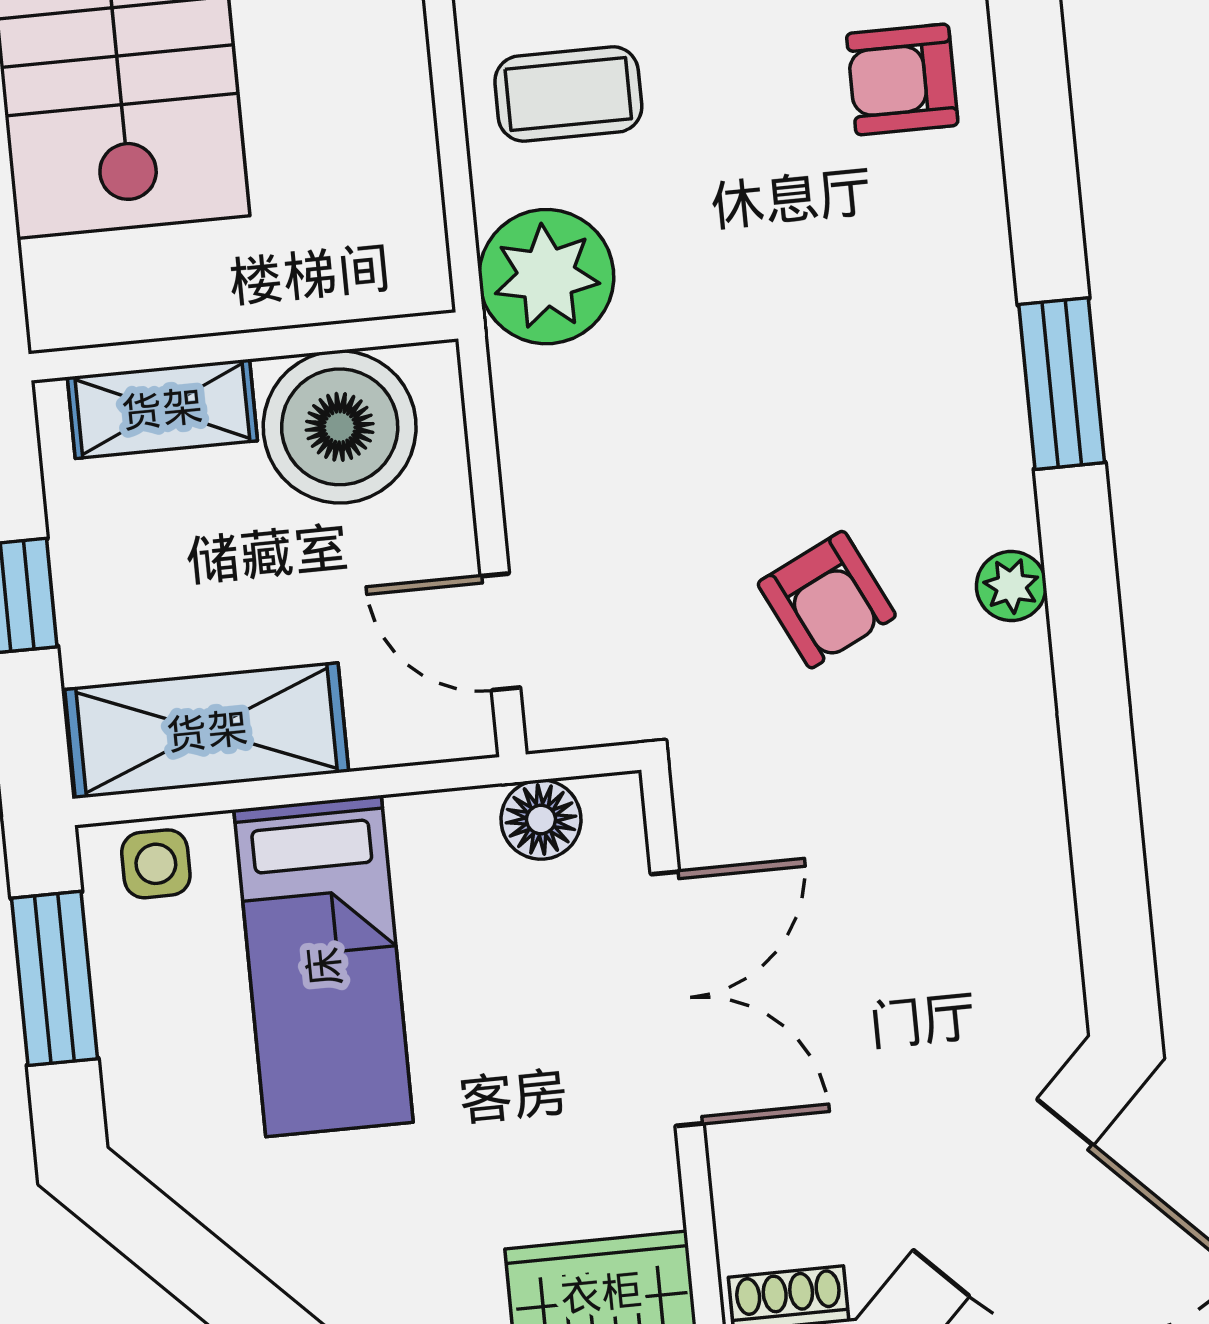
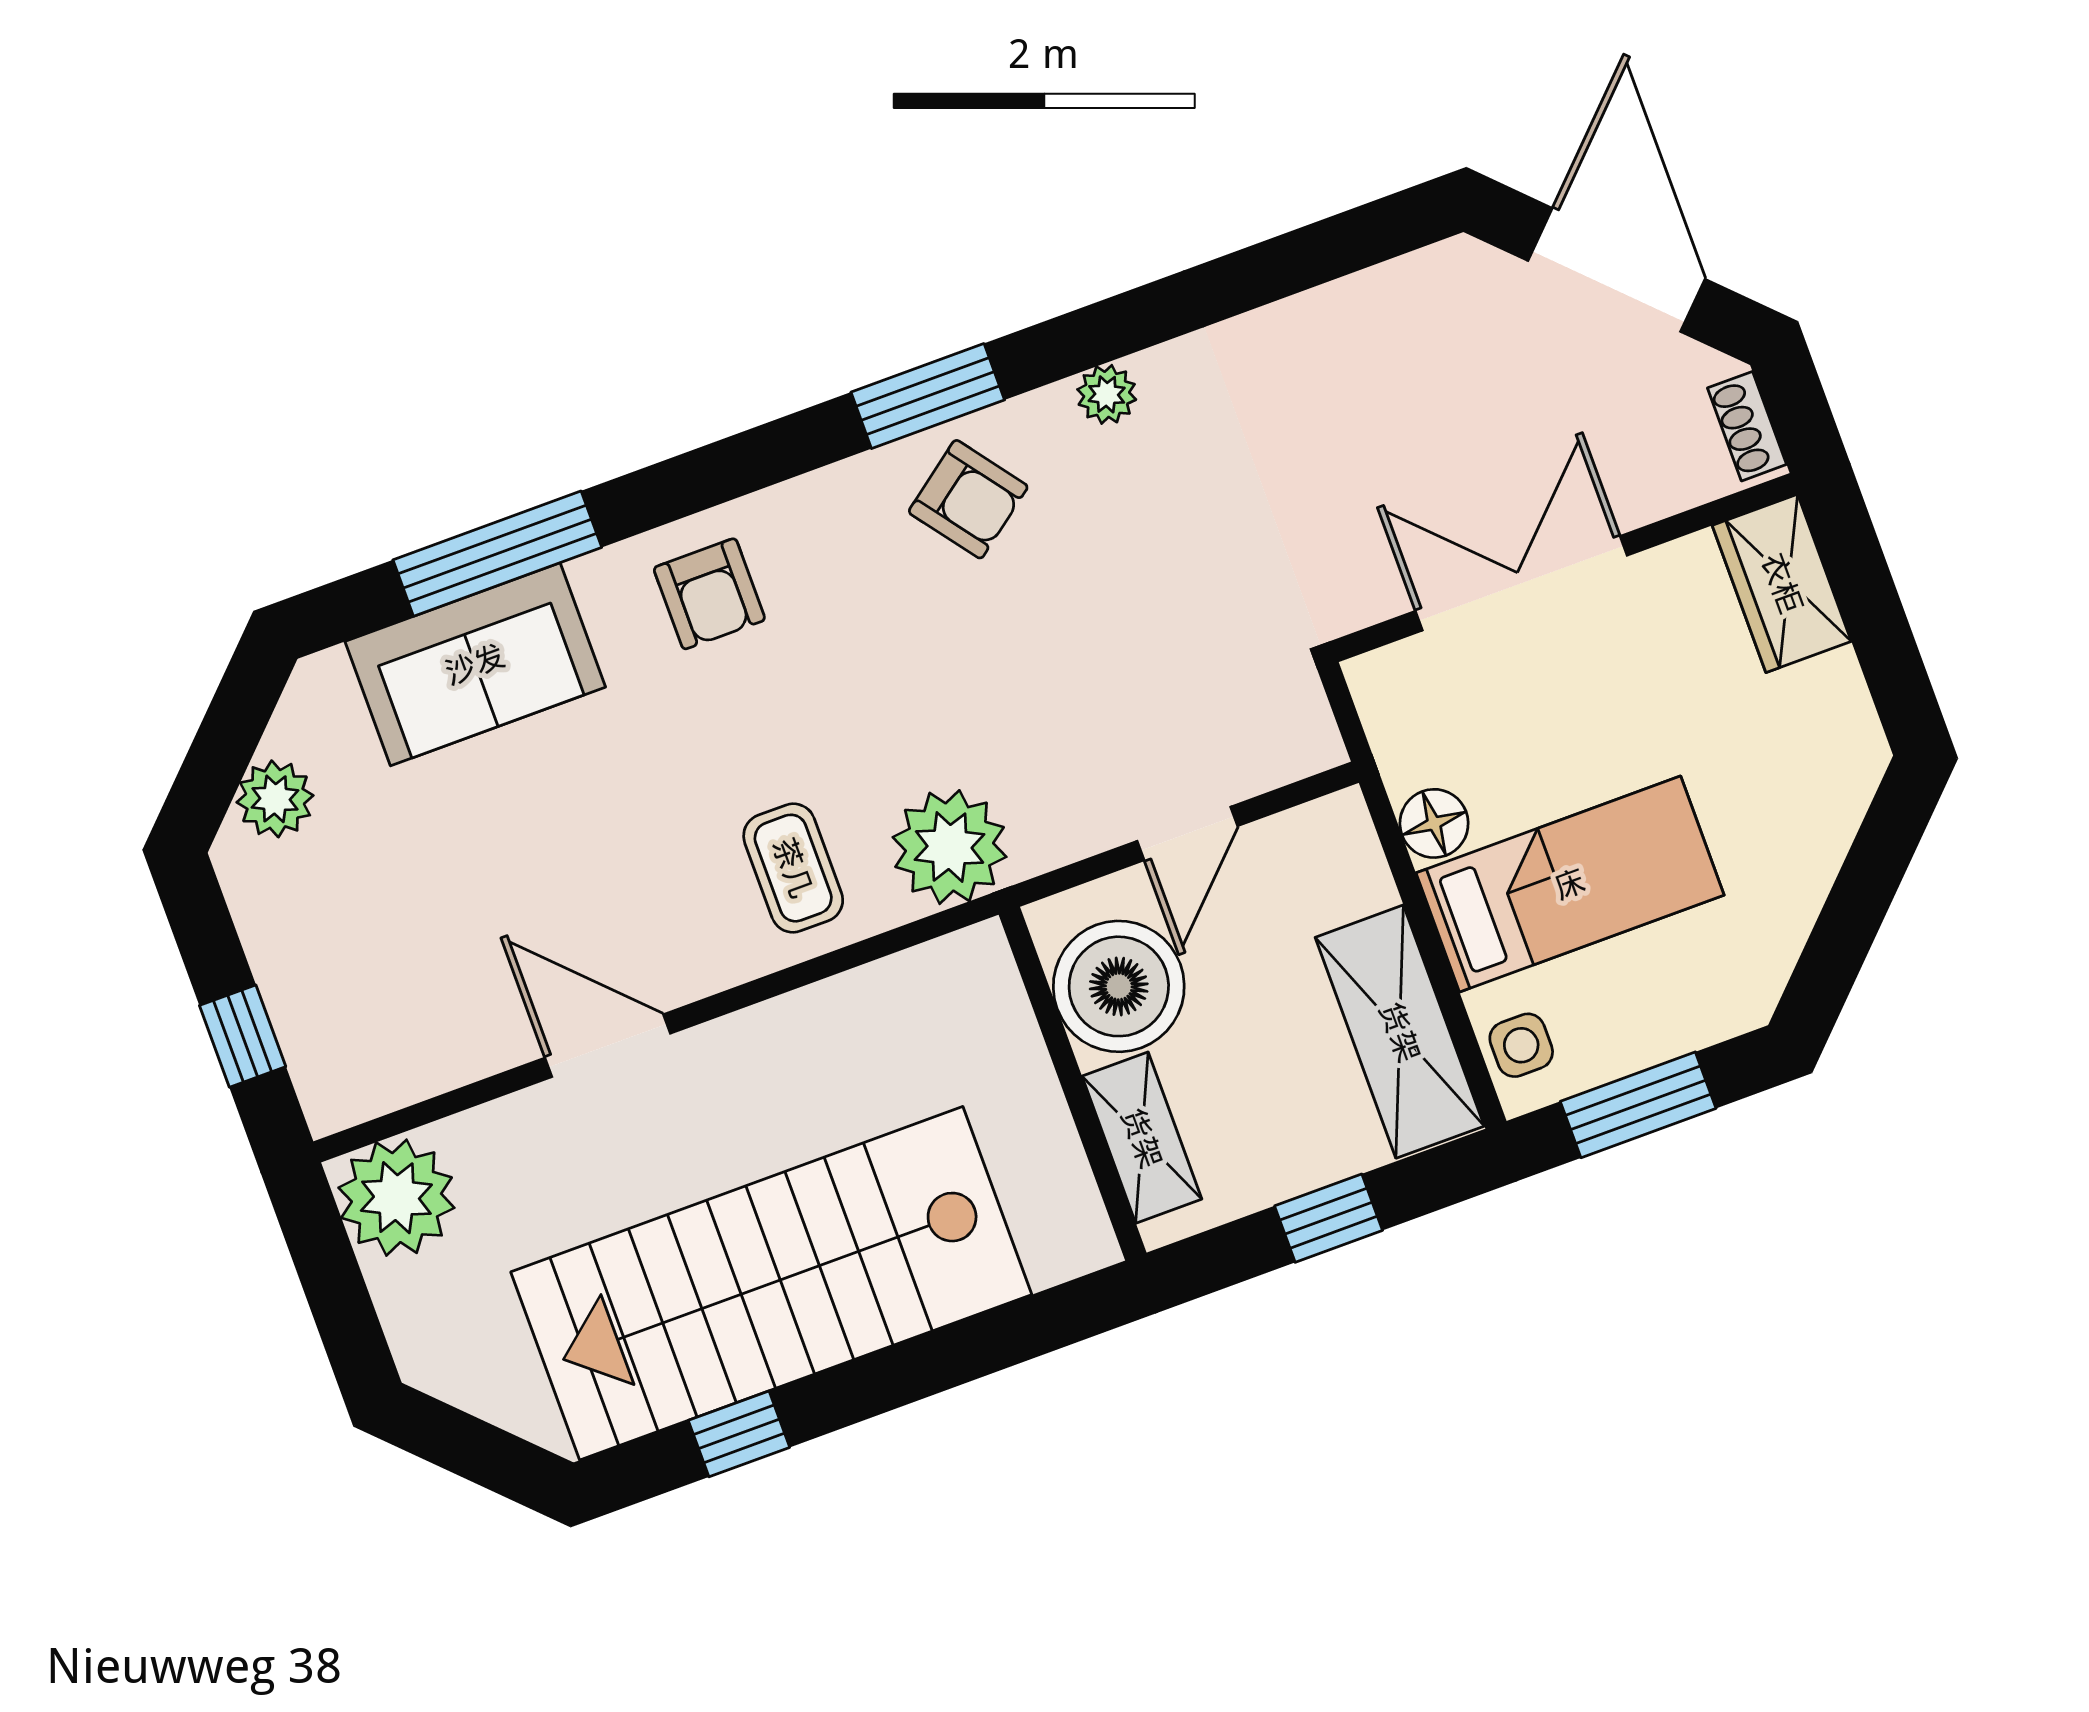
armchair: (827, 600) -> (968, 499), moved, turned 79
door: (500, 632) -> (1187, 833), moved
floor lamp: (541, 820) -> (1434, 823), moved

